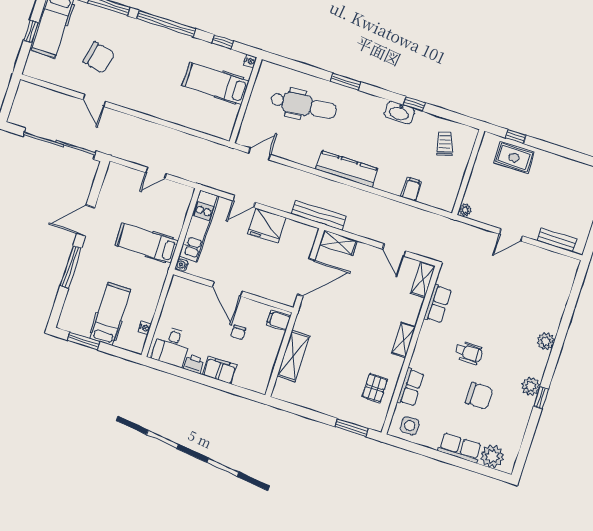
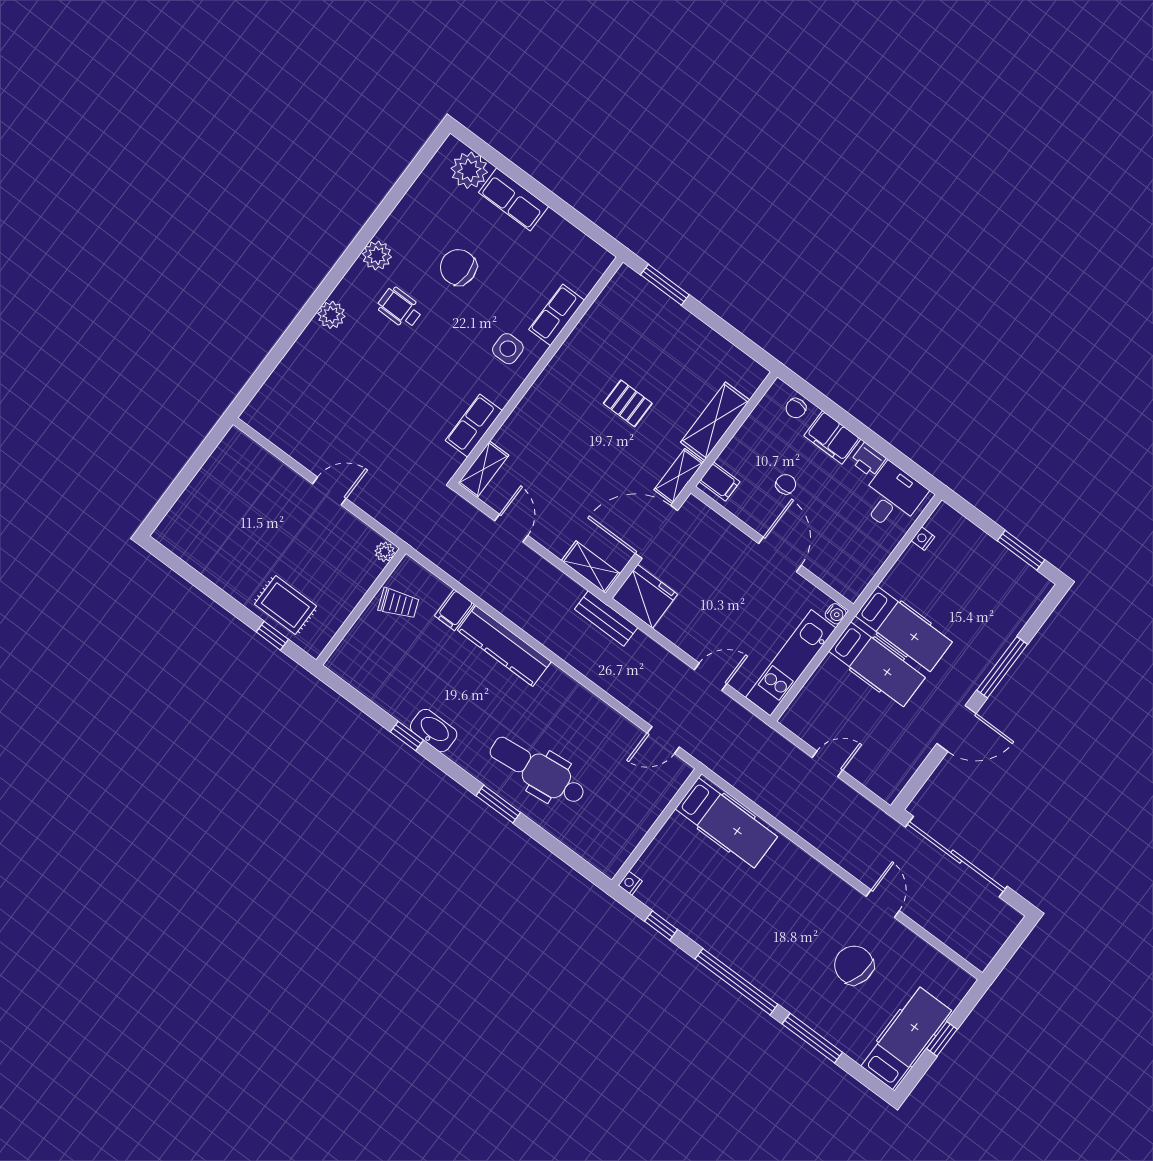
hospital bed: (216, 83) -> (726, 823), moved
dental chair: (303, 105) -> (538, 771), moved
trolley: (445, 144) -> (399, 604), moved, turned -95
kitchen counter: (347, 169) -> (504, 646), moved
bench: (319, 215) -> (606, 618), width x0.73
fridge: (267, 226) -> (645, 596), moved
bench: (557, 240) -> (263, 461), removed
hospital bed: (110, 314) -> (904, 629), moved, turned -90
shelving: (404, 340) -> (679, 476), moved
wheelchair: (469, 353) -> (400, 308), moved
chair: (248, 380) -> (796, 408), added
pallet: (375, 388) -> (628, 403), moved, turned 90
window: (541, 398) -> (367, 233), removed
side table: (410, 426) -> (508, 349), moved

